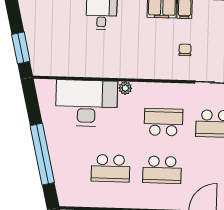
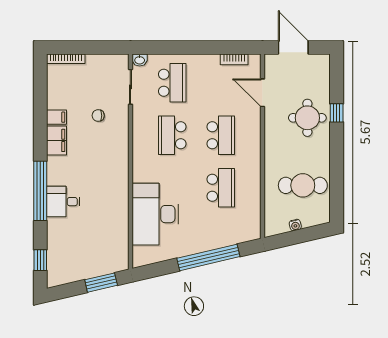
plant: (125, 88) -> (139, 175), removed

